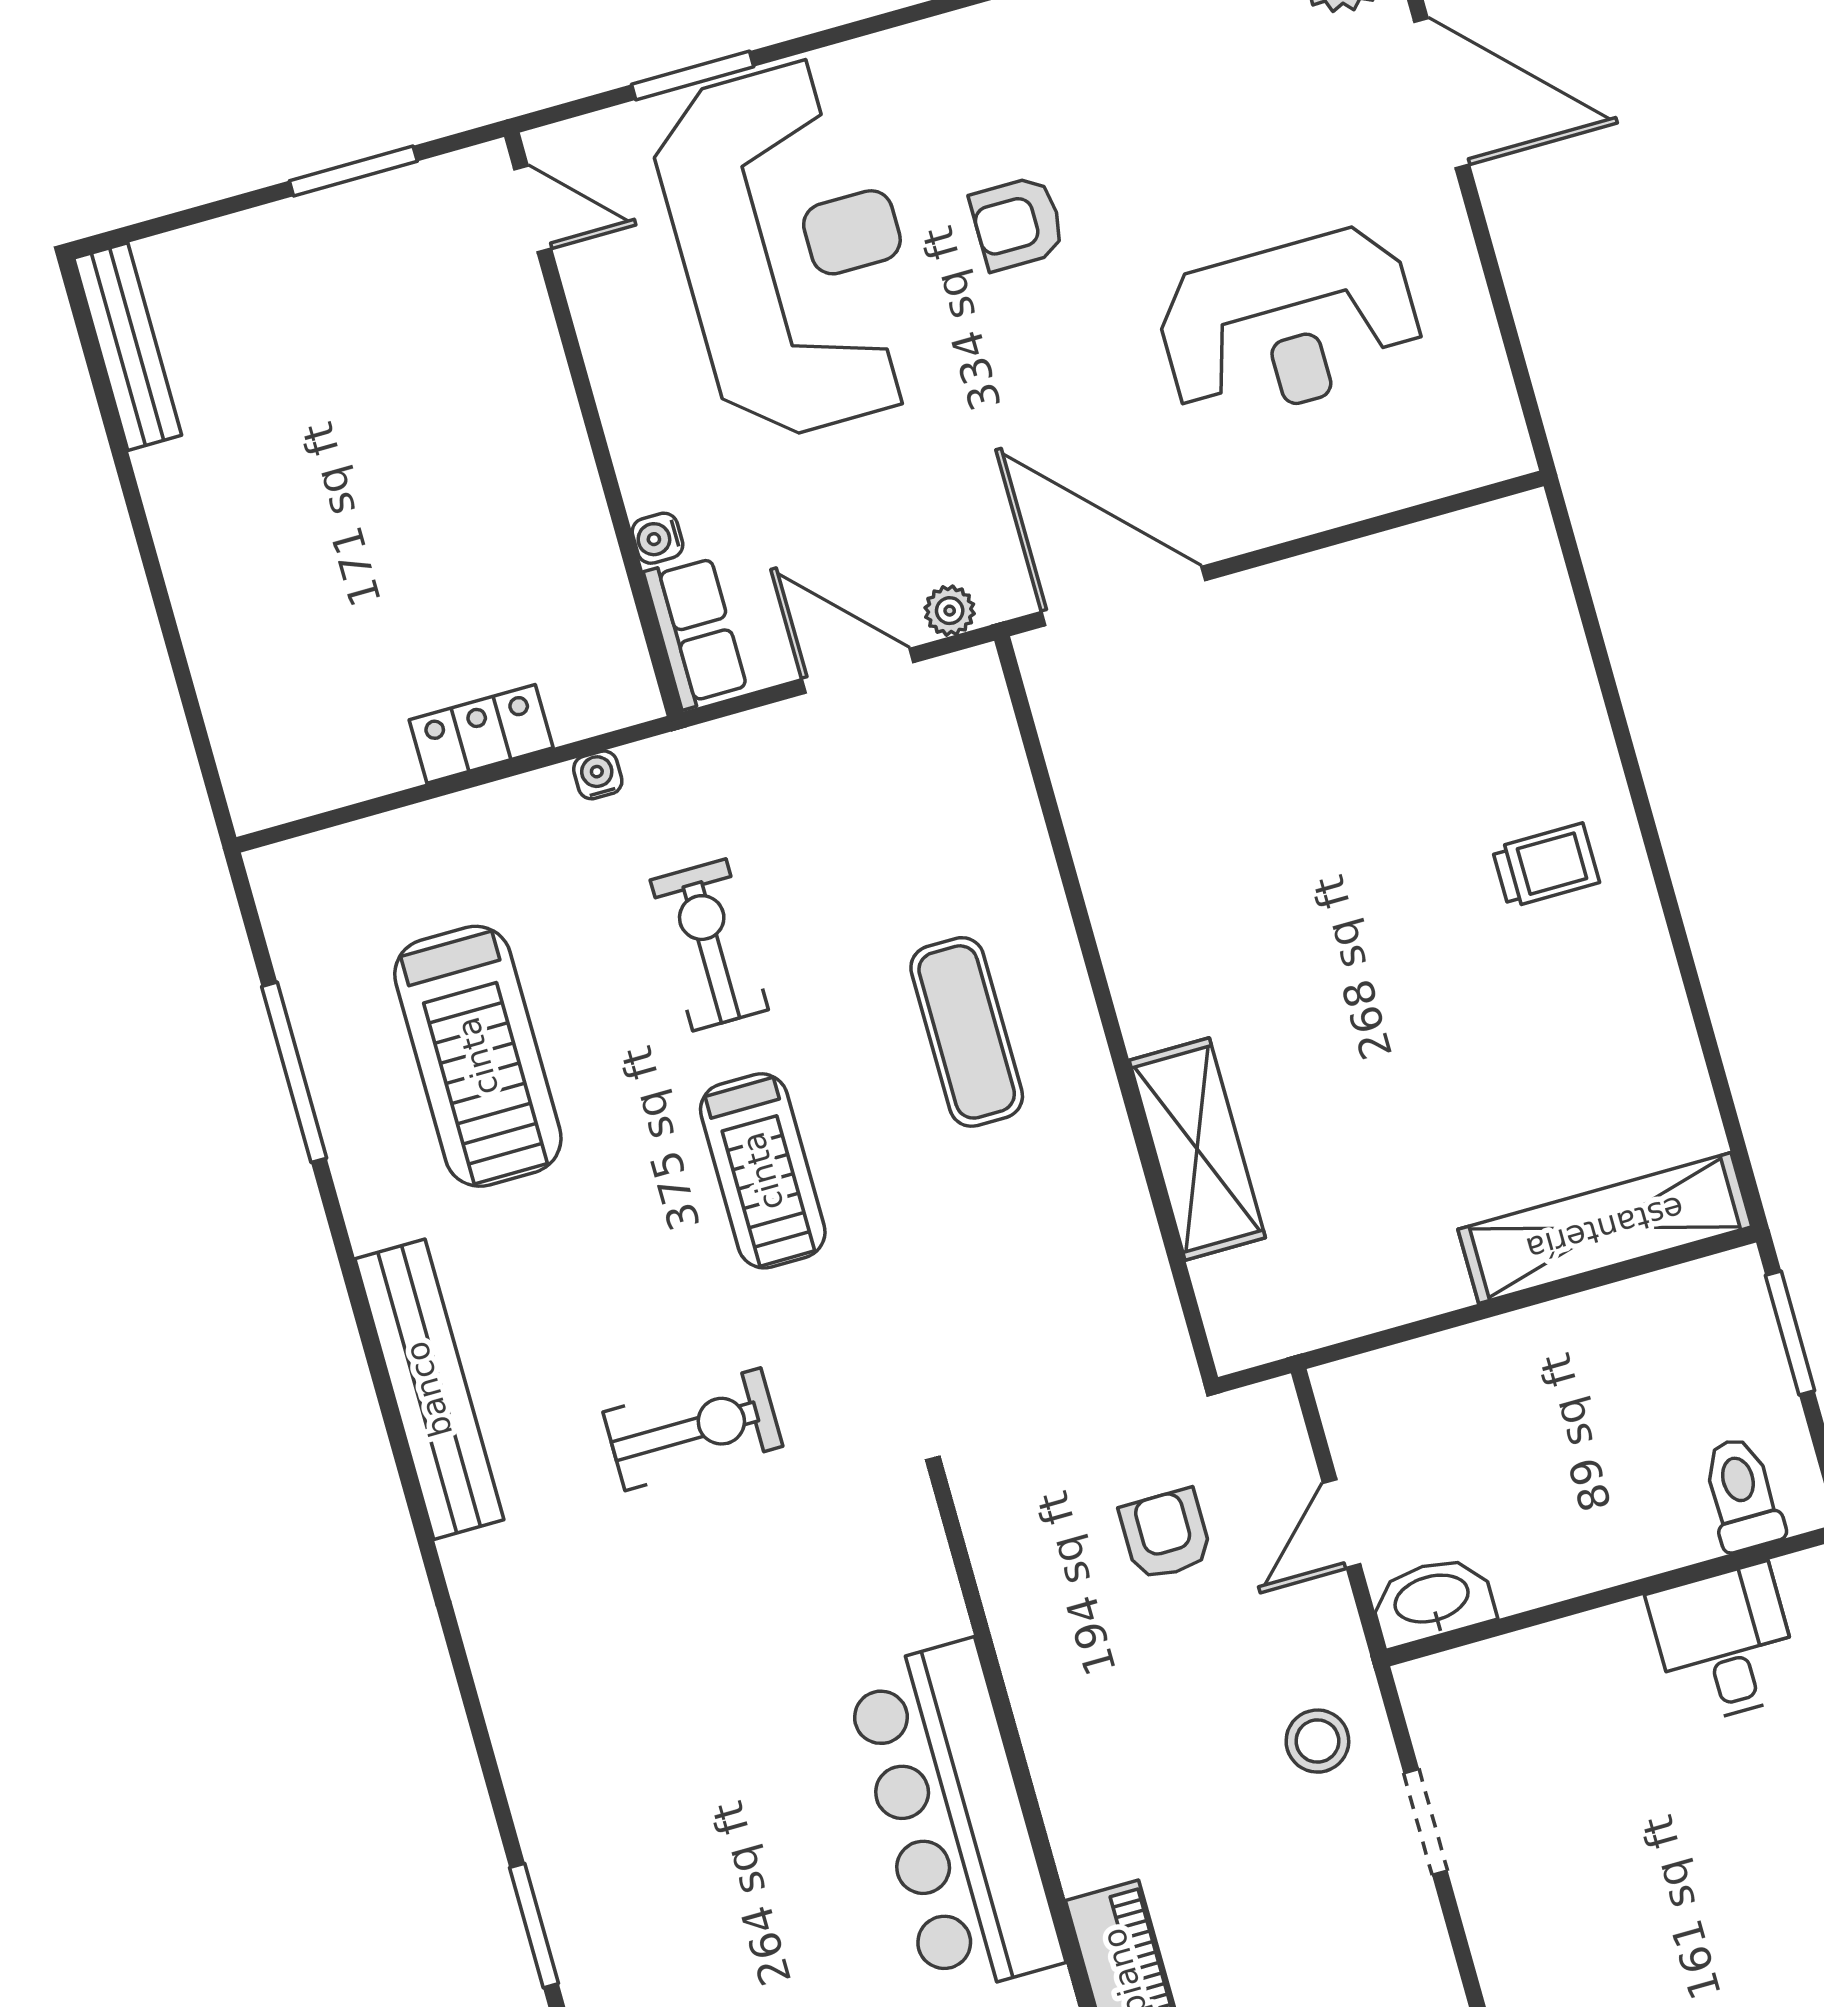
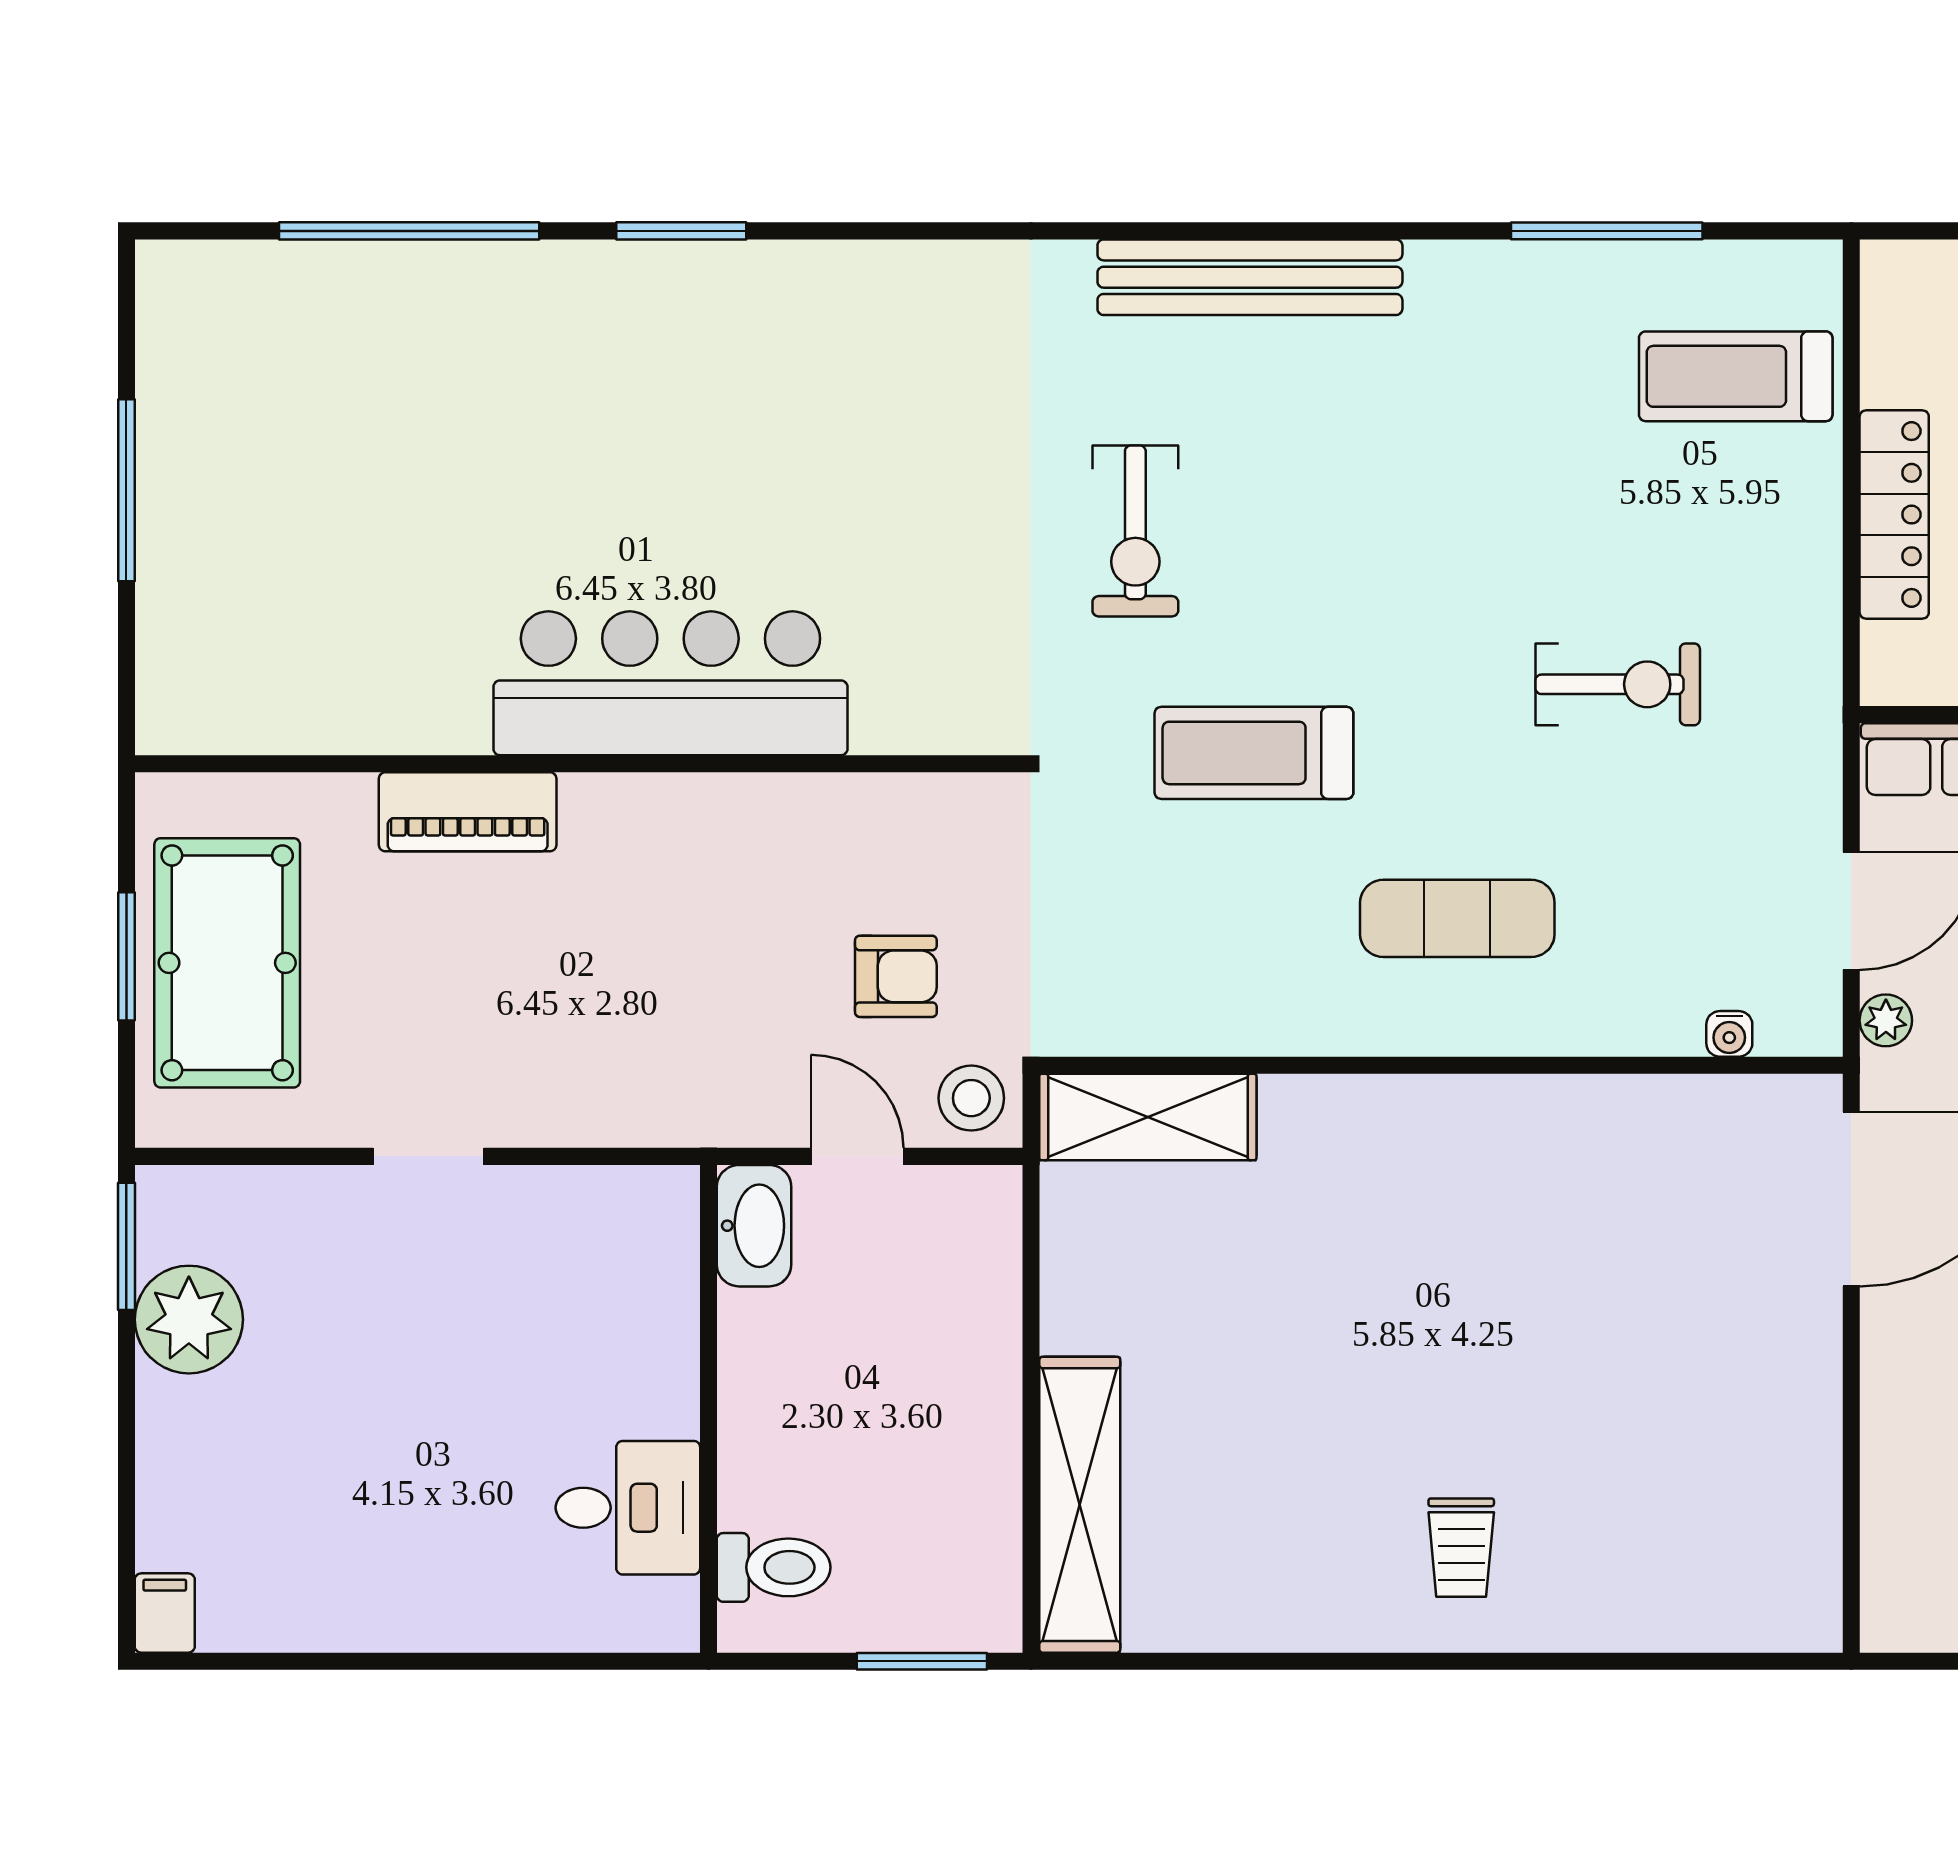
locker: (481, 734) -> (1894, 515), width x1.53
water cooler: (598, 775) -> (1729, 1034), moved, turned 90
treadmill: (478, 1056) -> (1736, 376), moved, width x0.73, depth x0.73
shelving: (1197, 1149) -> (1148, 1117), moved
treadmill: (763, 1171) -> (1254, 753), moved
stool: (1317, 1741) -> (971, 1098), moved
doorway: (1425, 1822) -> (428, 1156), moved

